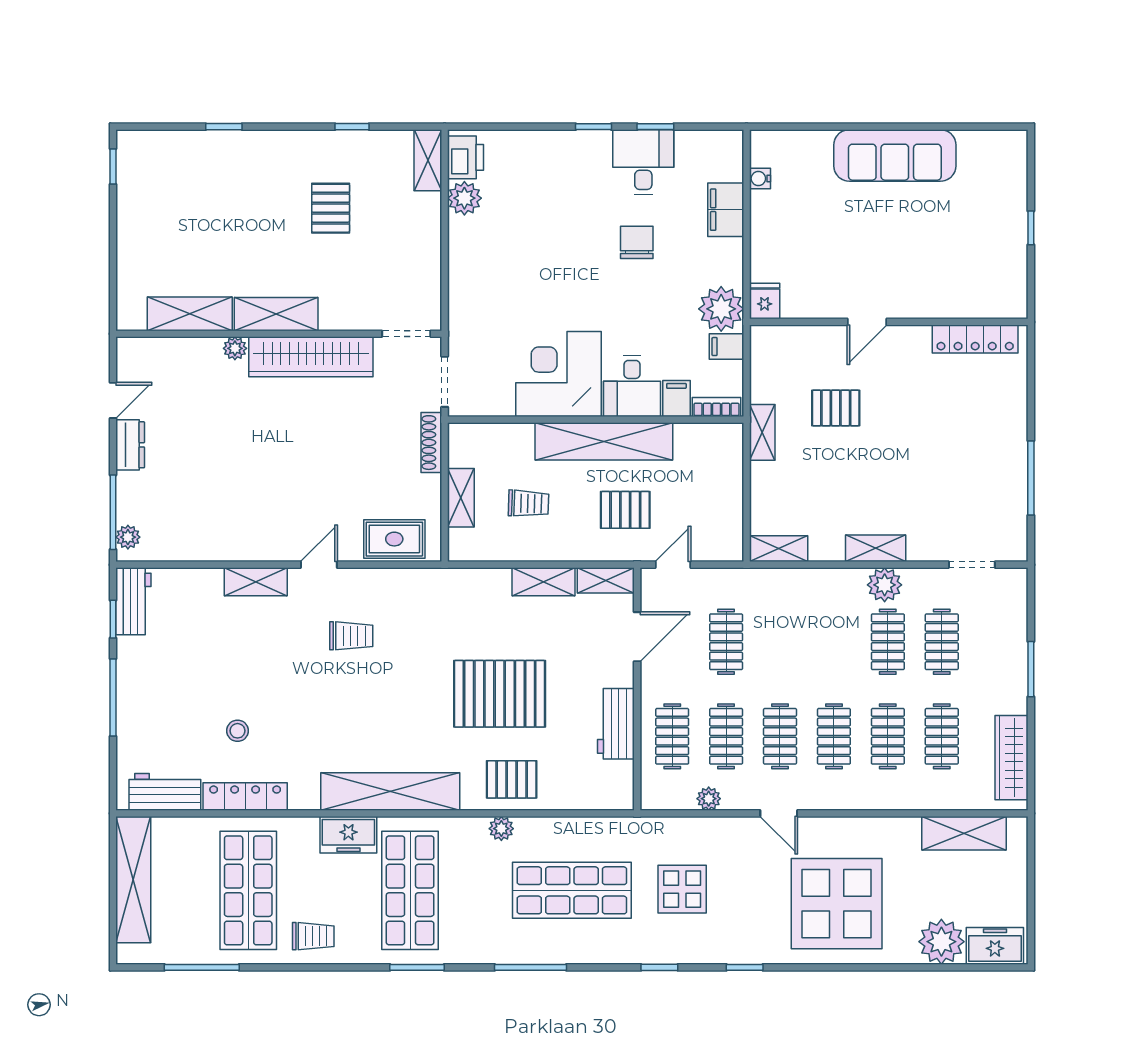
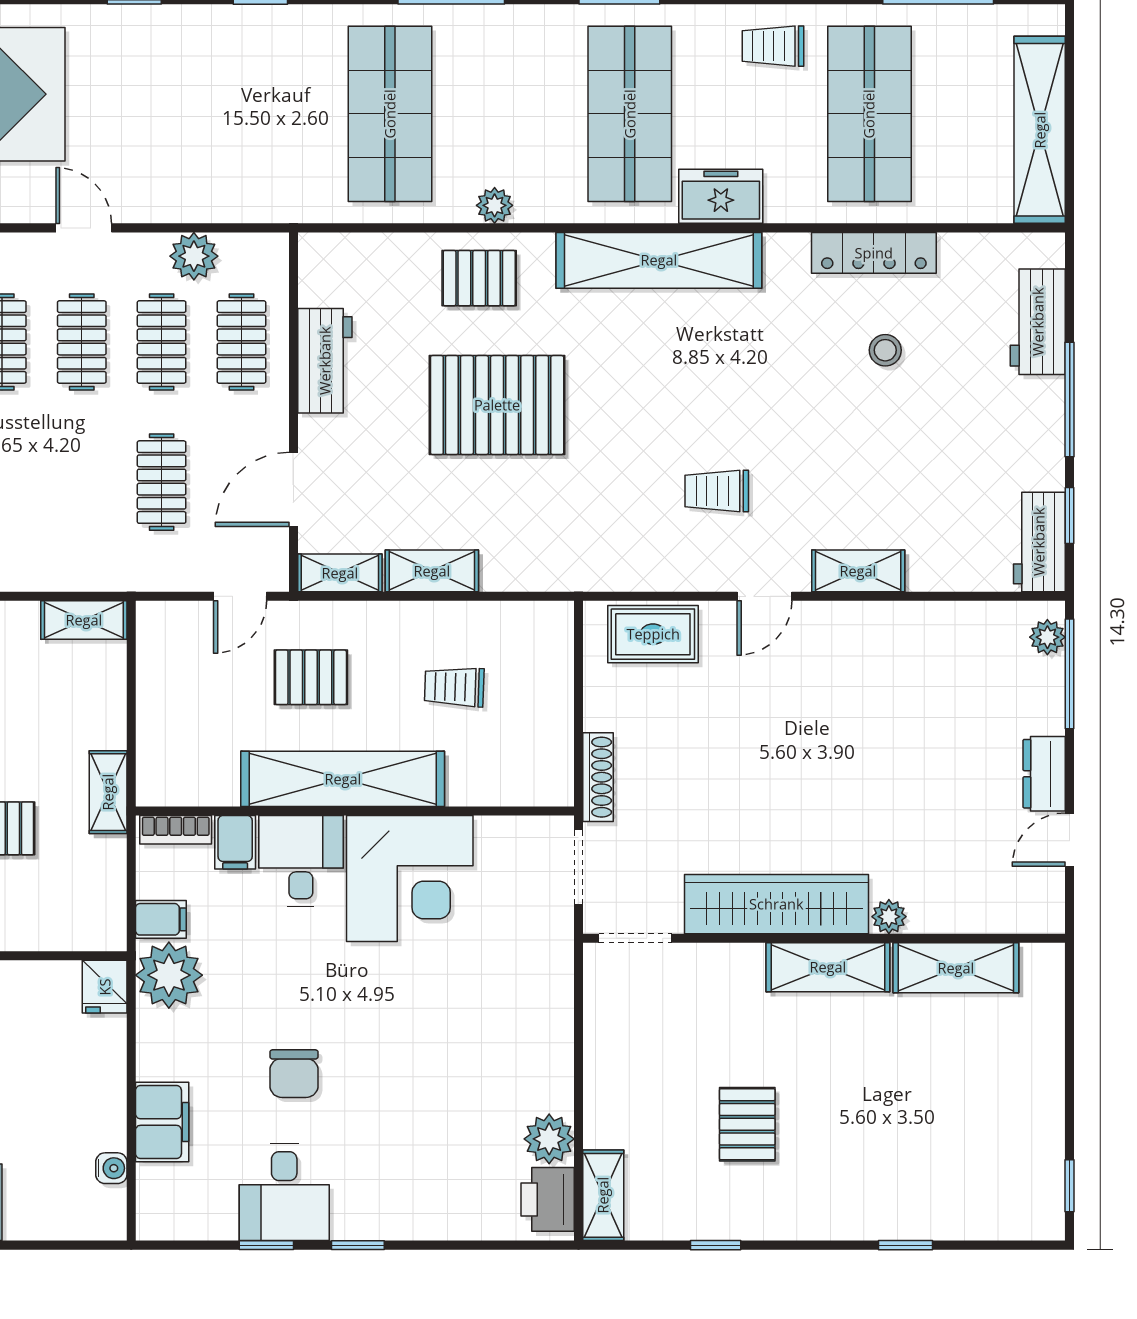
shelving: (461, 498) -> (554, 695), removed
workbench: (165, 792) -> (1038, 322), moved, turned 90
plant: (709, 799) -> (194, 256), width x1.38, depth x1.38
display table: (682, 889) -> (227, 116), removed
shop shelf: (572, 890) -> (390, 114), turned 90

